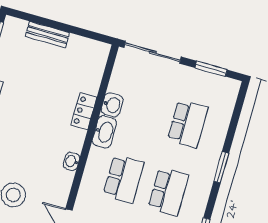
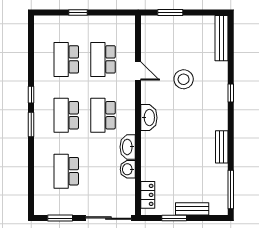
window: (72, 30) -> (174, 218), added
locker: (84, 111) -> (148, 195), moved
washbasin: (72, 161) -> (149, 118), width x1.91, depth x1.45
window: (221, 167) -> (31, 124), moved

